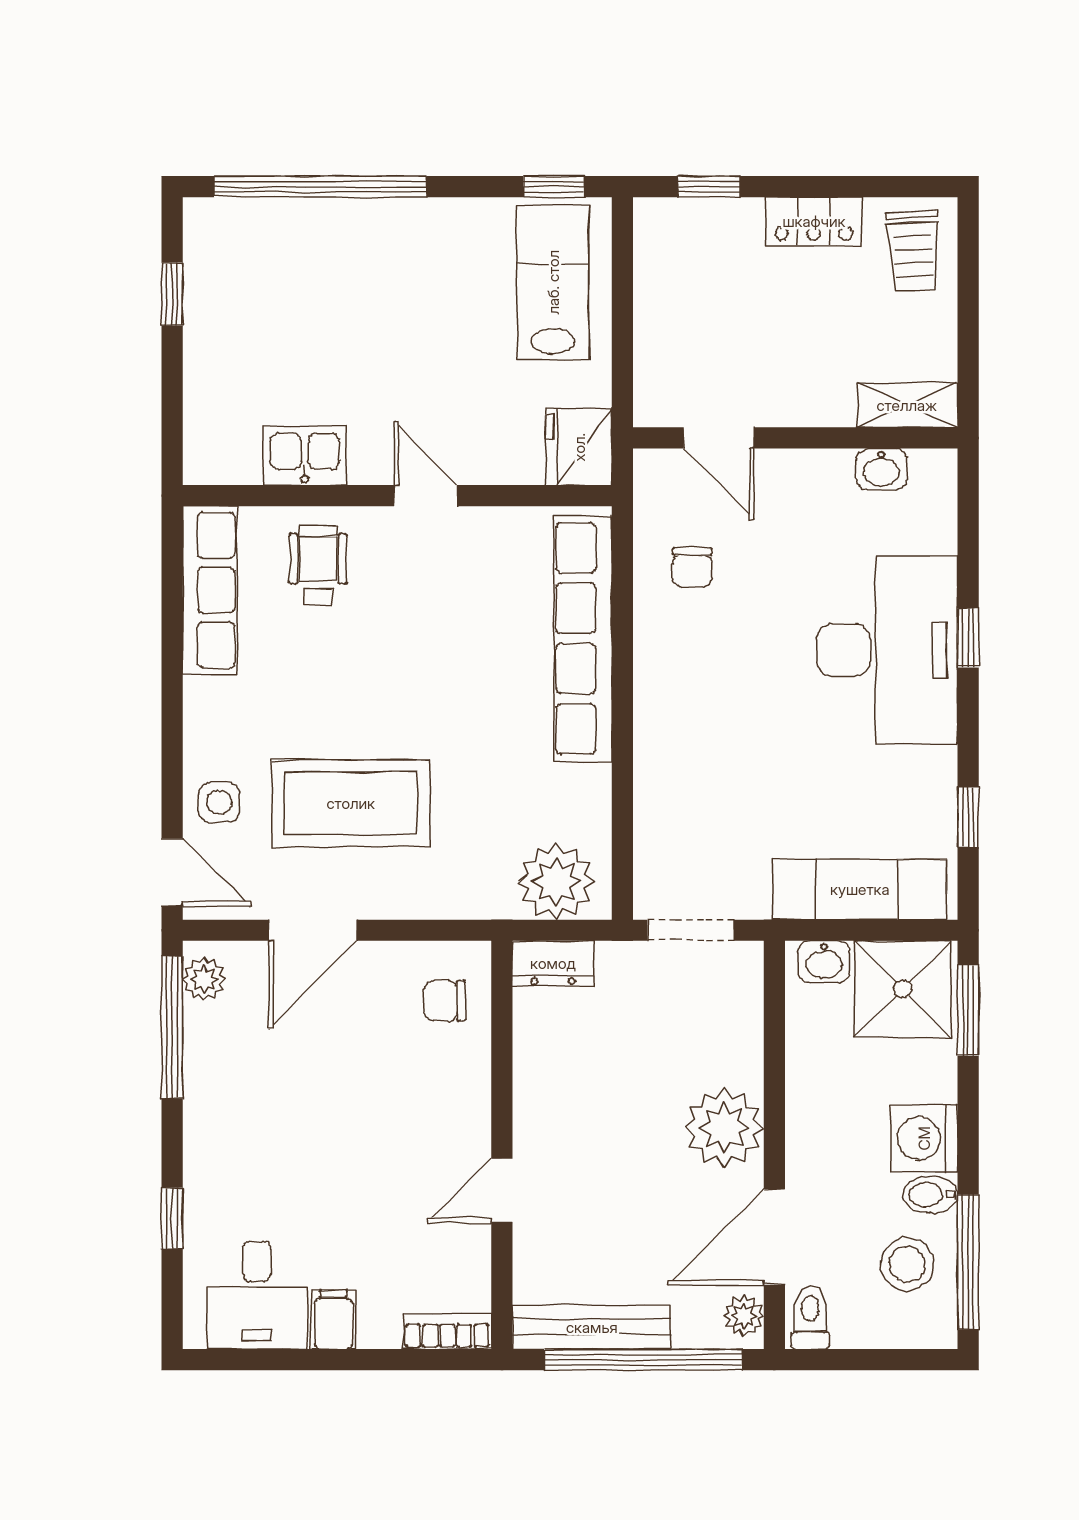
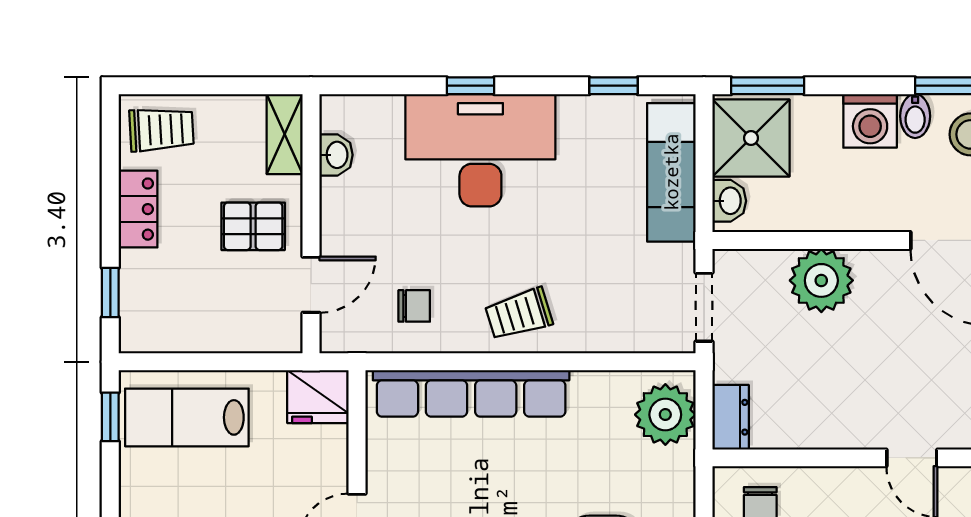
pallet: (792, 365) -> (253, 226), added
trolley: (682, 698) -> (519, 314), added
plant: (724, 1128) -> (821, 280), moved

